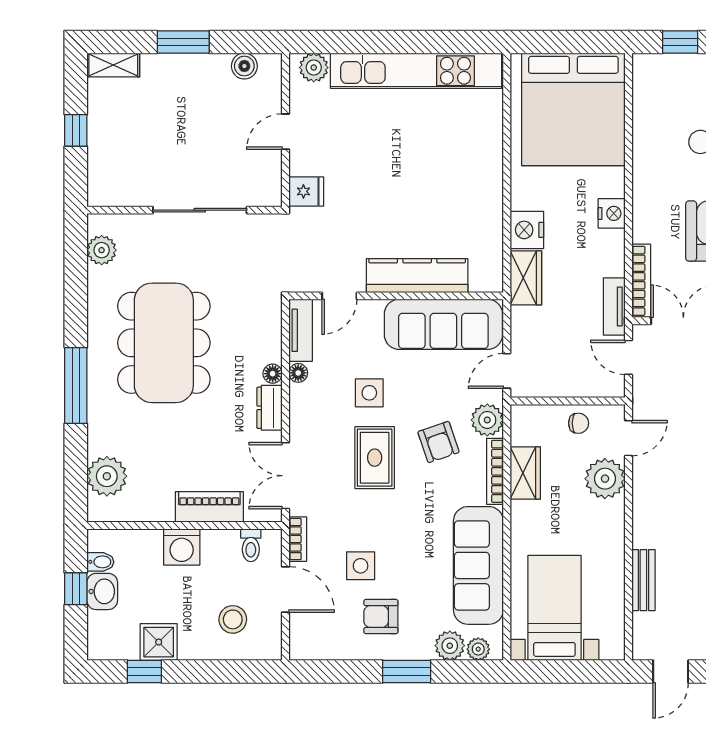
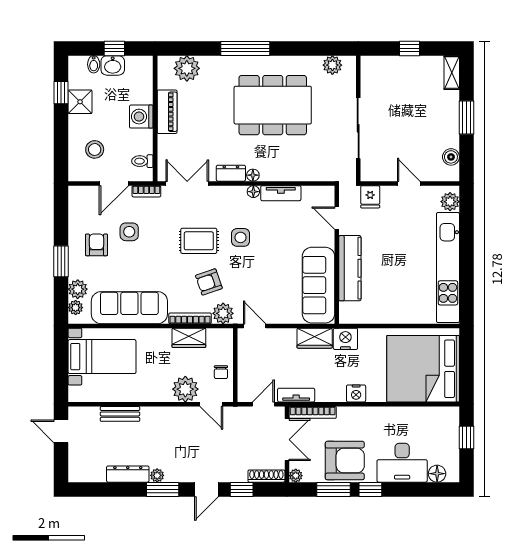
kitchen counter: (417, 276) -> (350, 268), moved
door: (339, 296) -> (337, 218), moved
wall: (396, 296) -> (337, 255), moved
sofa: (443, 324) -> (318, 285), moved
piano: (209, 507) -> (167, 112), moved
bidet: (100, 562) -> (94, 64), moved

